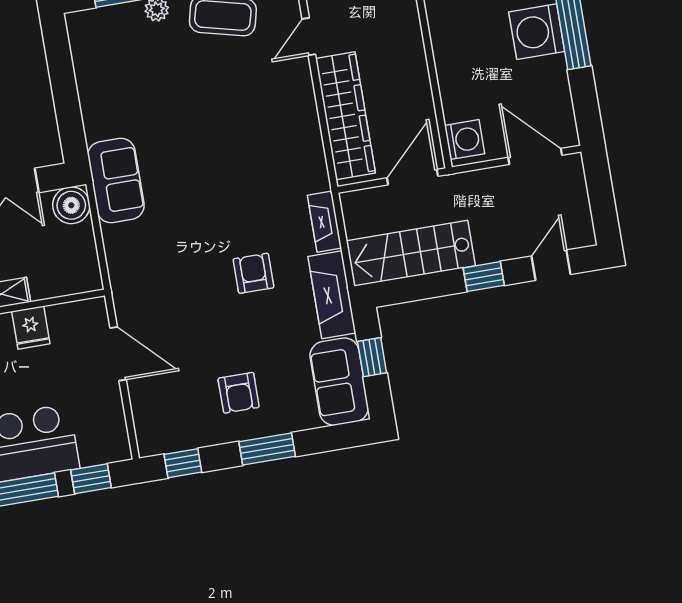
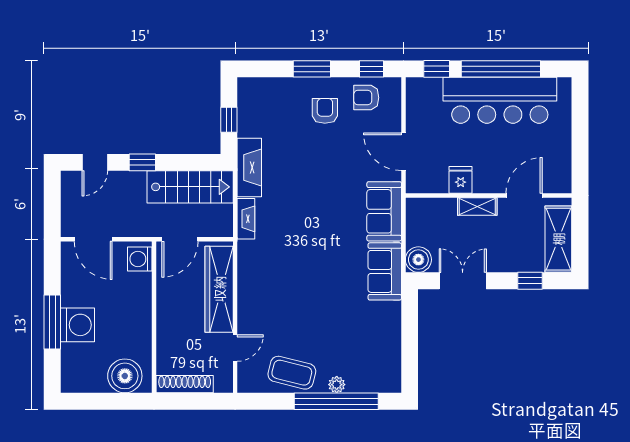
armchair: (253, 273) -> (366, 98), moved, turned 90
sofa: (339, 382) -> (384, 211), moved, turned 180

